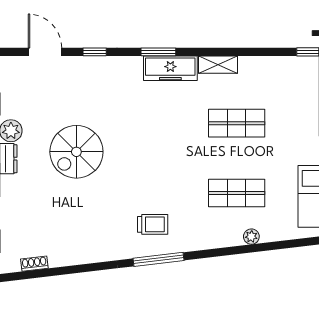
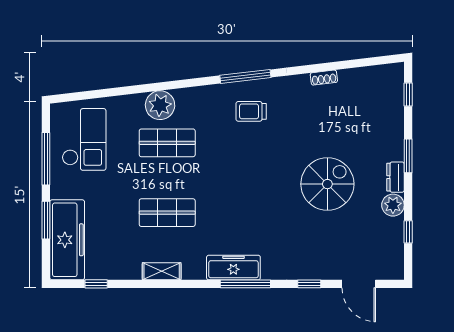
window: (158, 52) -> (245, 284), width x1.44
shelving: (218, 65) -> (162, 271), moved
plant: (251, 237) -> (160, 105), width x1.88, depth x1.88
shoe rack: (34, 264) -> (324, 78), moved

